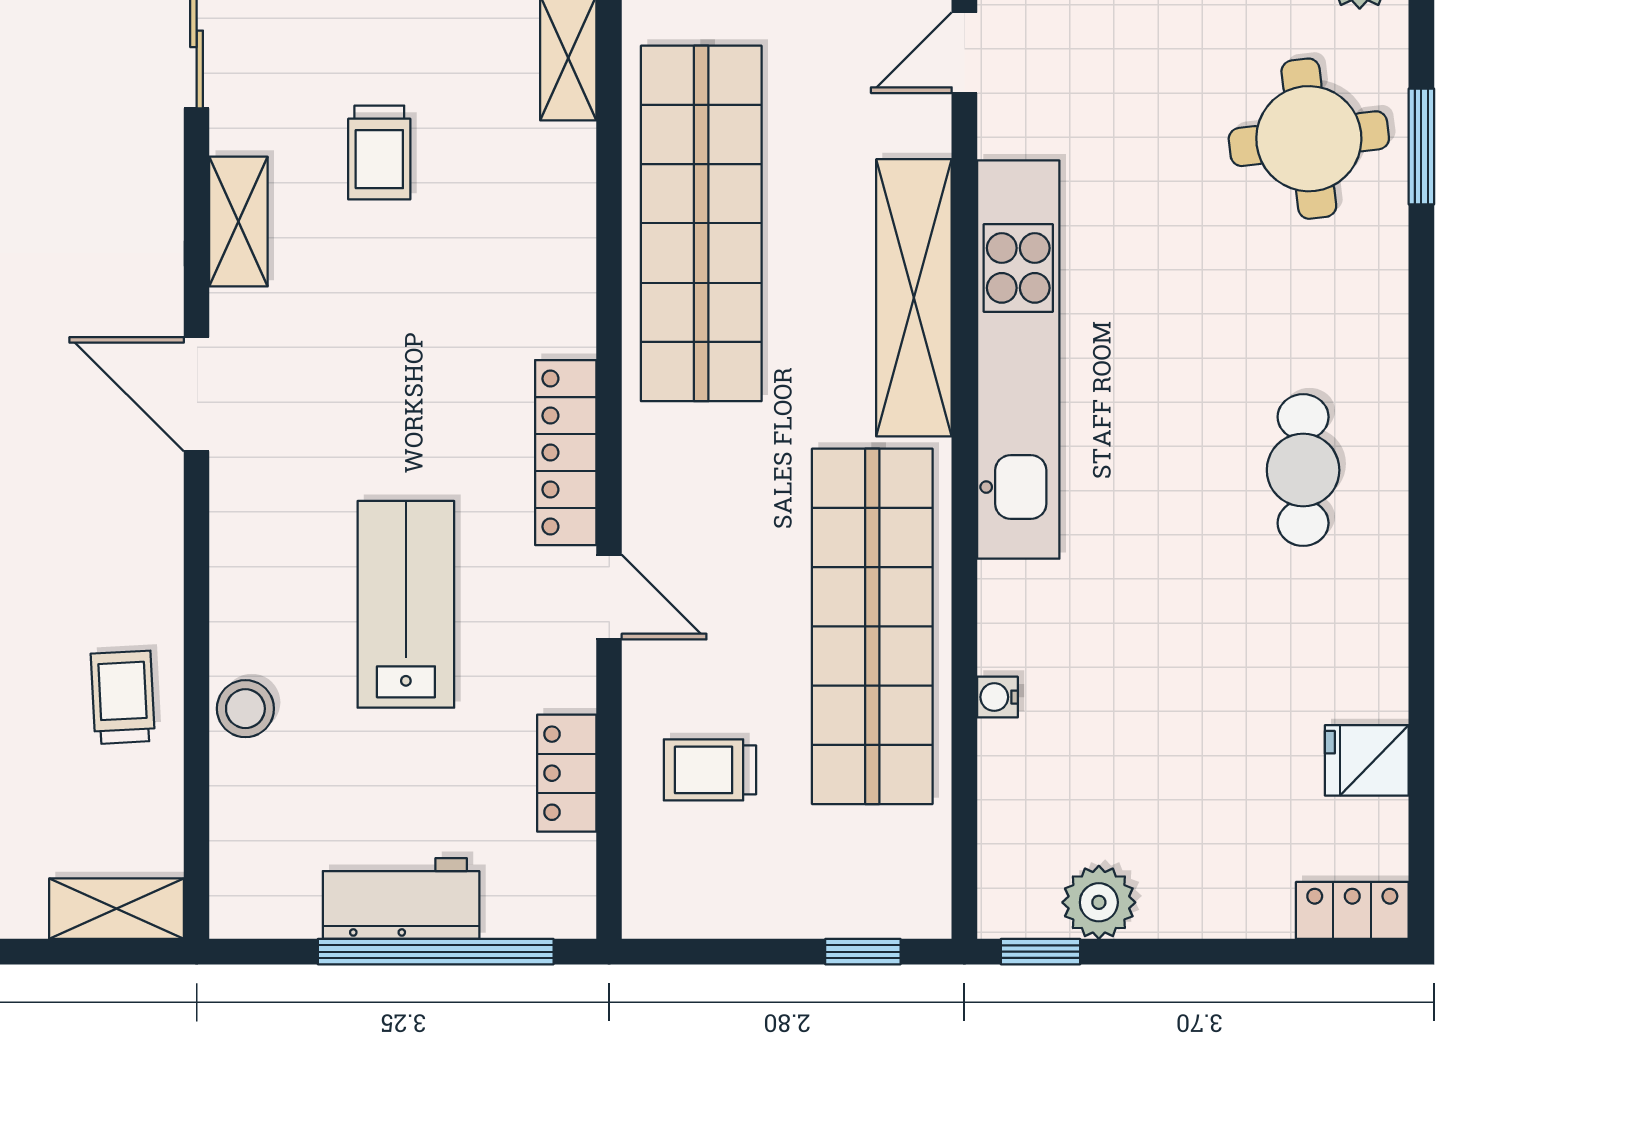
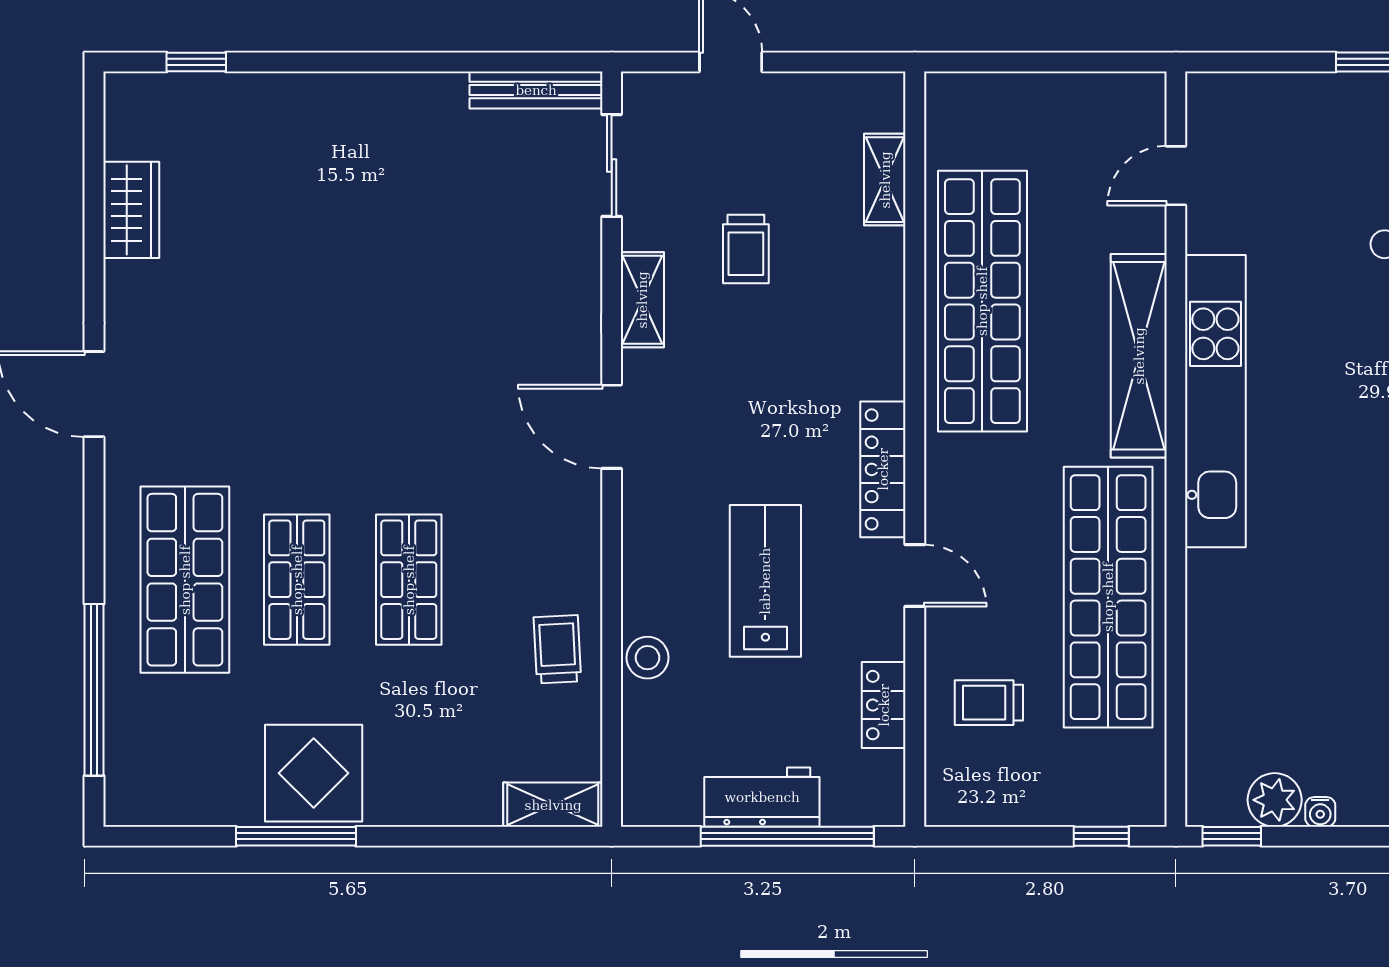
water cooler: (997, 697) -> (1320, 812), moved, turned -90

